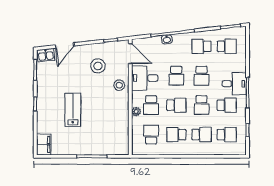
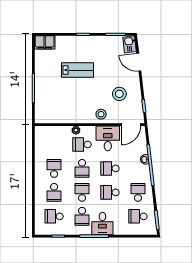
school desk: (227, 46) -> (138, 216), turned 90
school desk: (201, 105) -> (82, 192), turned 90
school desk: (151, 135) -> (54, 144), removed
school desk: (227, 135) -> (54, 216), turned 90

